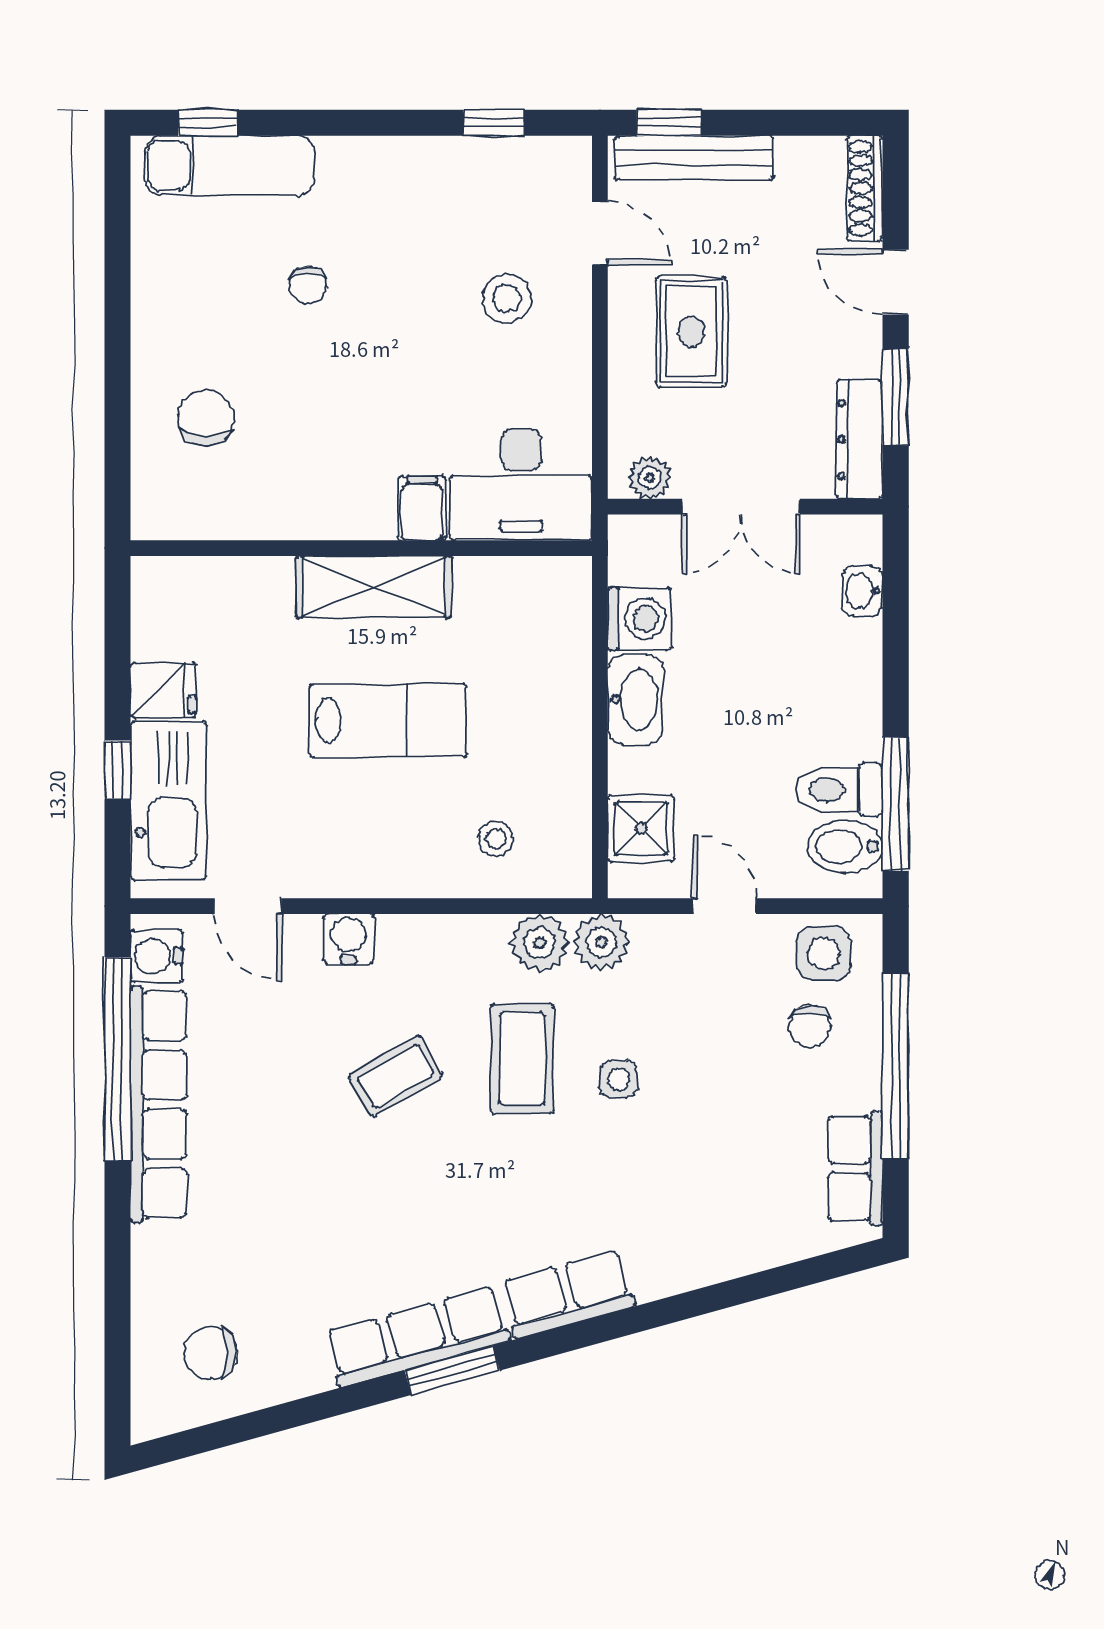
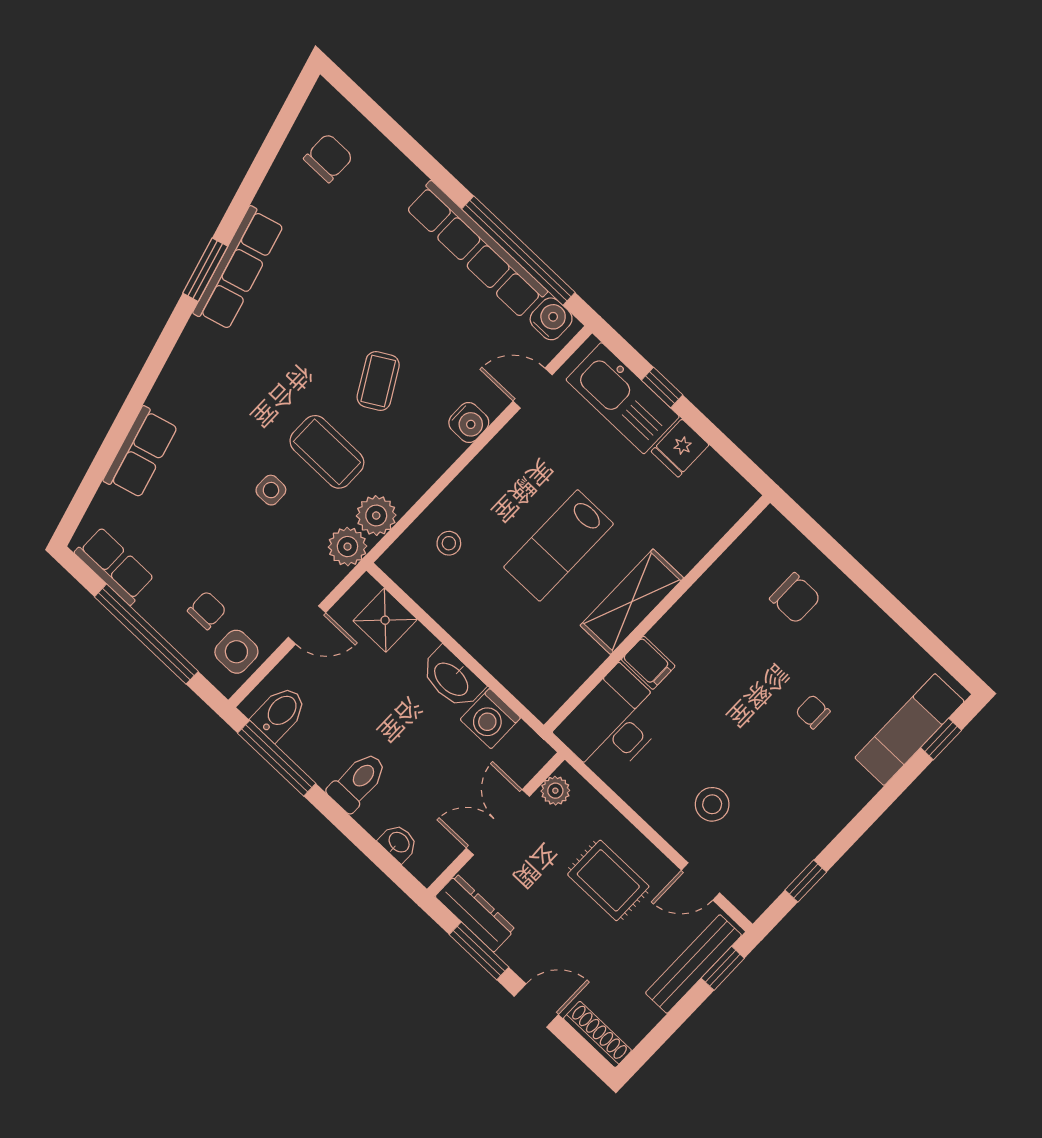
toilet: (839, 790) -> (358, 782), moved
chair: (810, 1026) -> (207, 610), turned 90
row of seats: (568, 1294) -> (141, 453), moved

